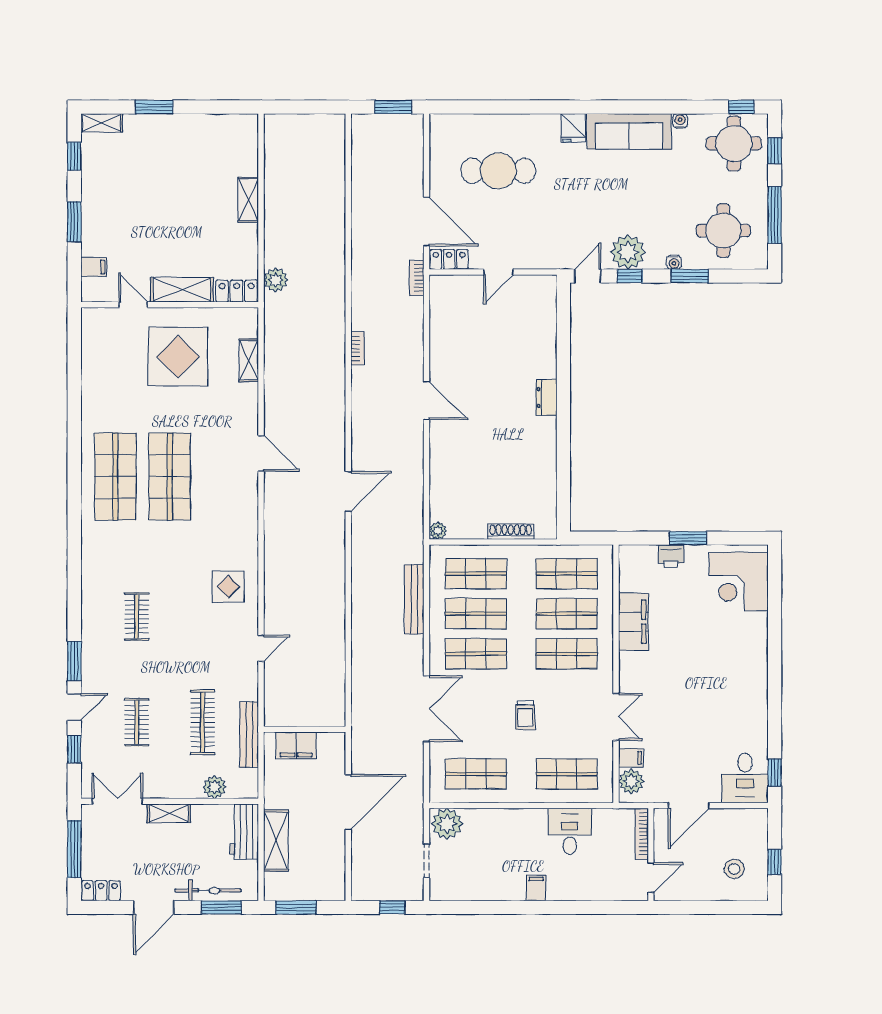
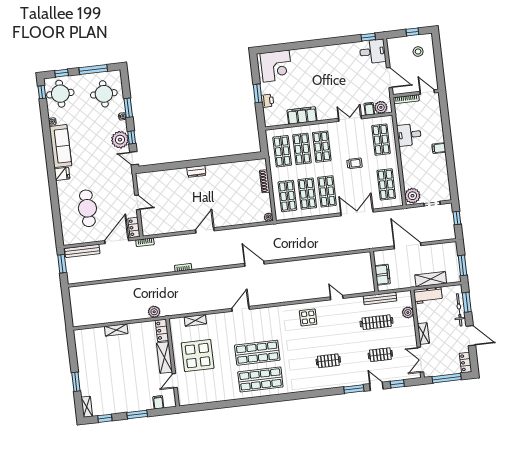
bench: (414, 599) -> (82, 251), moved

